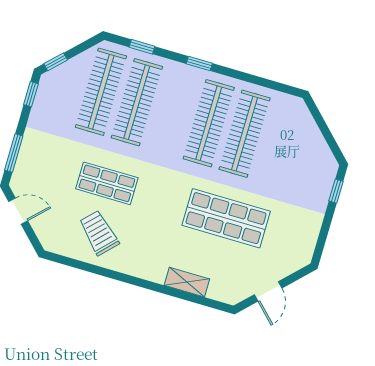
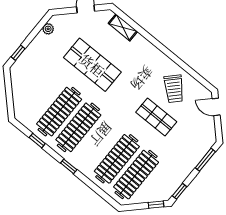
window: (142, 47) -> (37, 141), moved
door: (18, 211) -> (216, 107), moved
plant: (308, 242) -> (48, 29), added
shelving: (187, 282) -> (123, 27), moved

